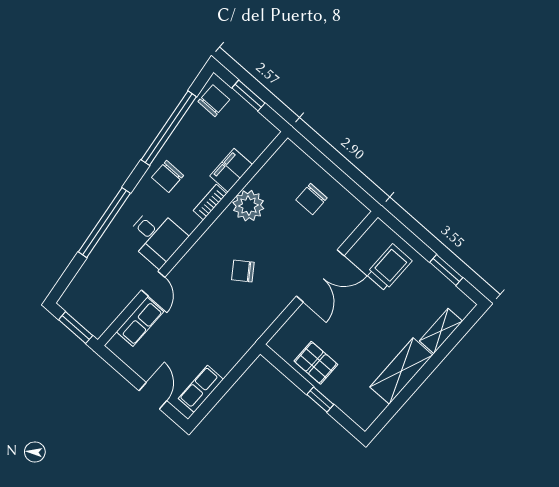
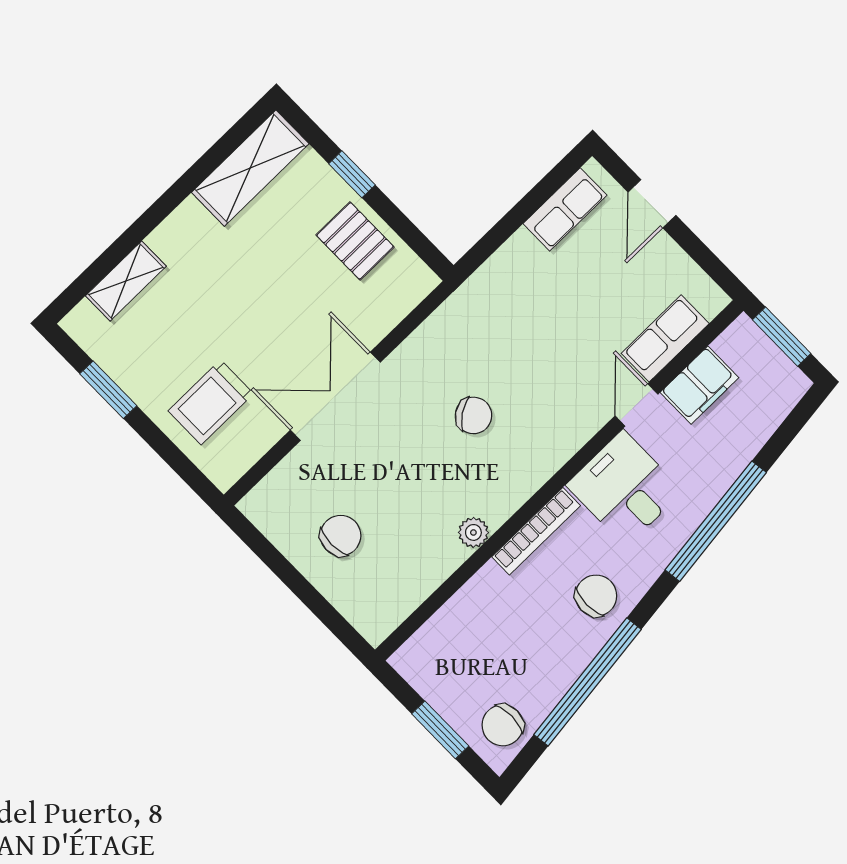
filing cabinet: (231, 170) -> (699, 385), moved
bookcase: (210, 202) -> (536, 531), width x1.56
plant: (248, 206) -> (473, 532), width x0.53, depth x0.53
shelving: (401, 371) -> (250, 168), moved

